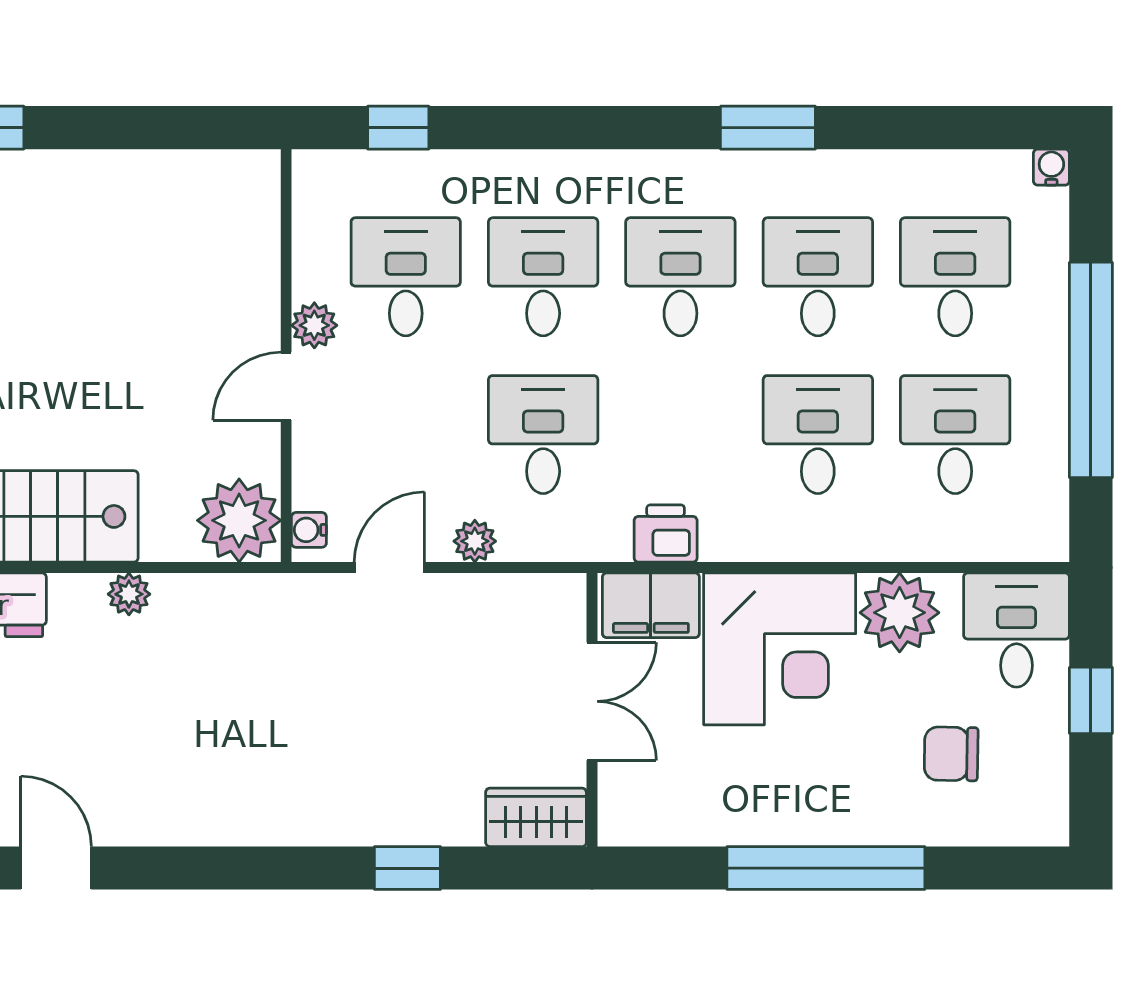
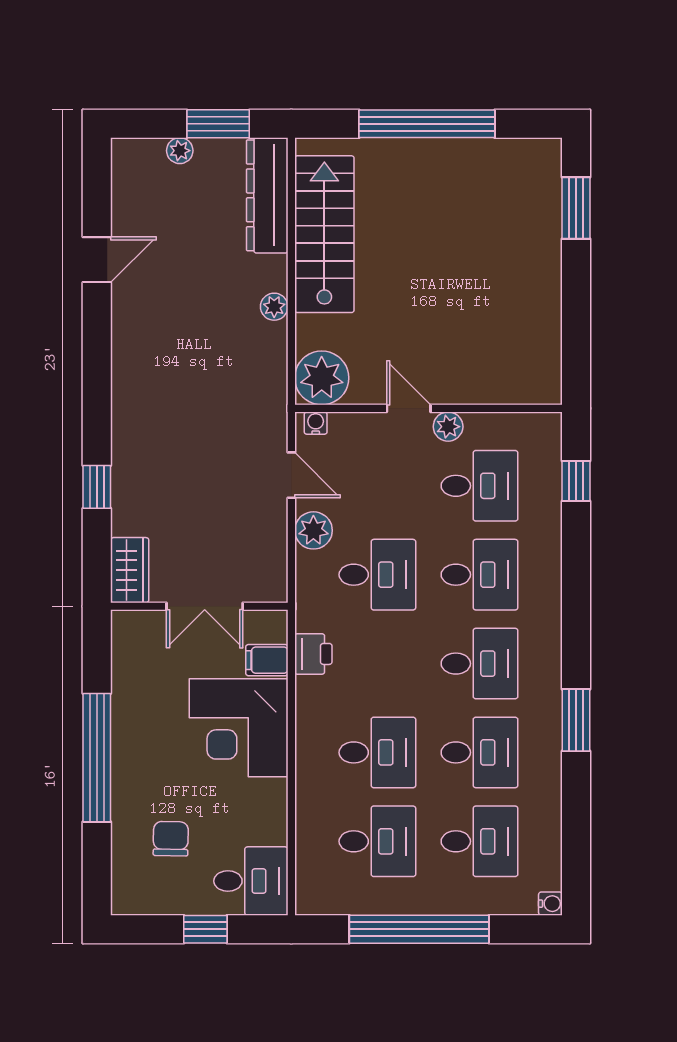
plant: (475, 541) -> (313, 530), width x1.38, depth x1.38
filing cabinet: (651, 605) -> (267, 660), width x0.50
plant: (900, 613) -> (262, 805), removed

